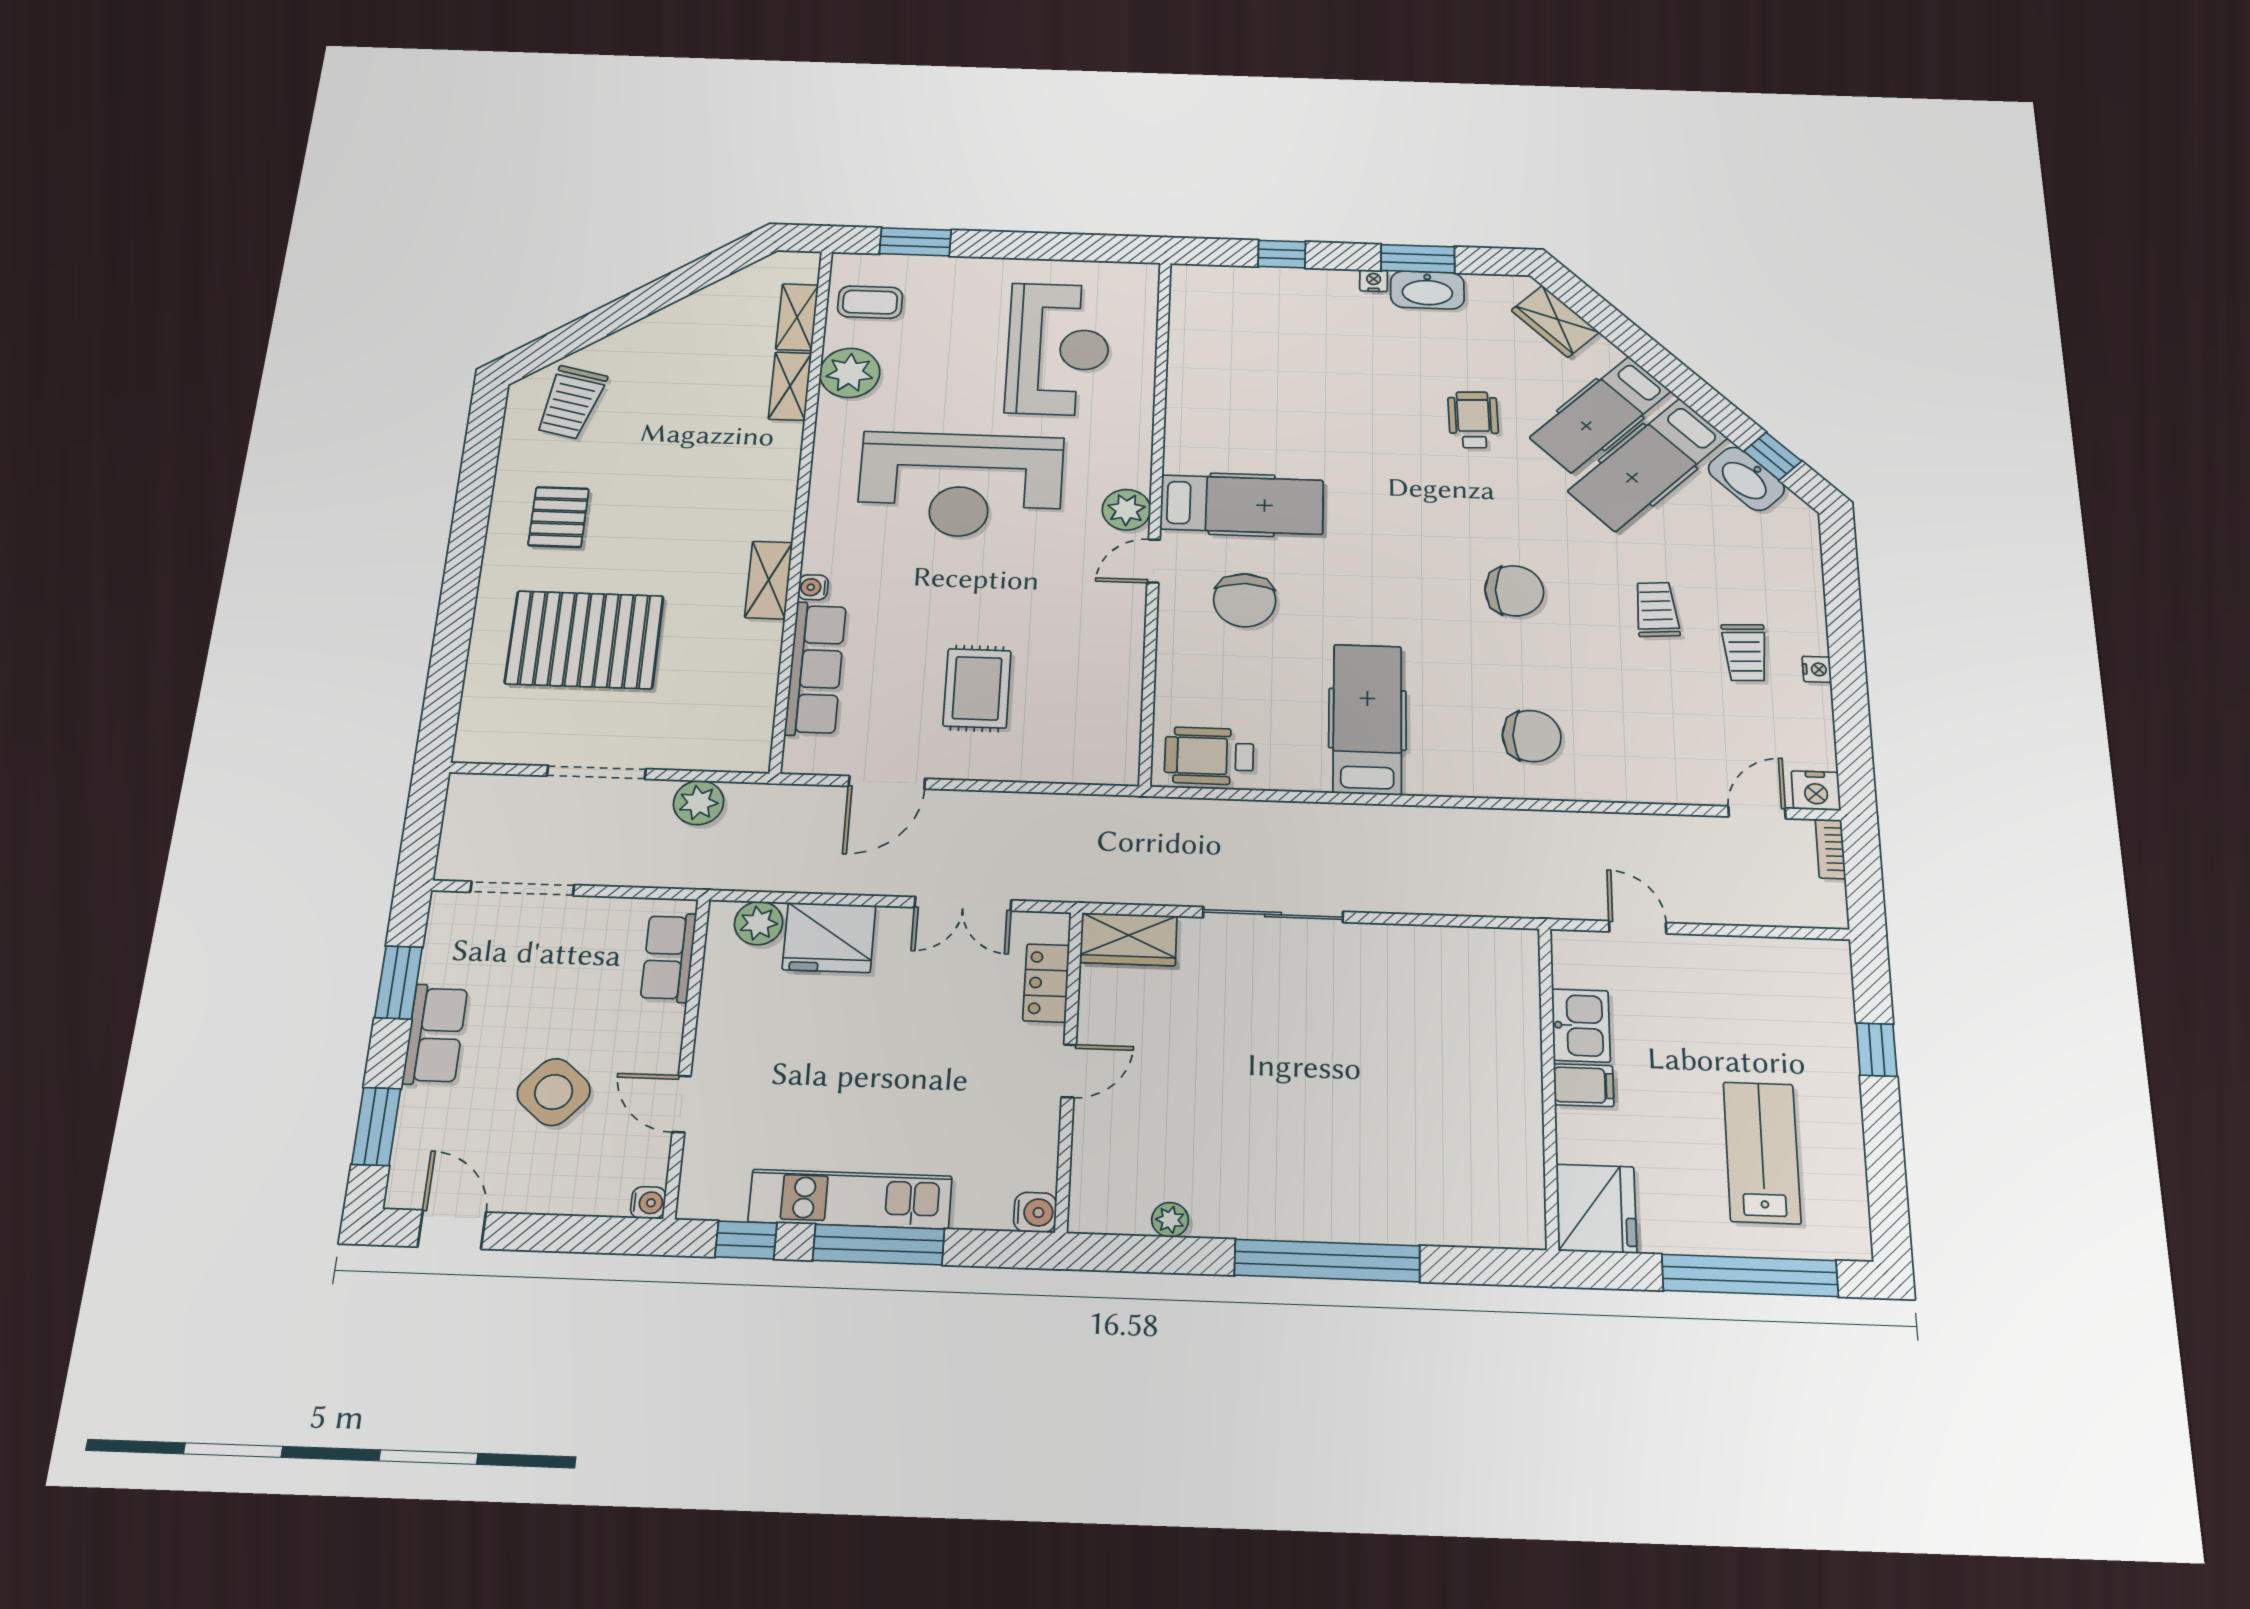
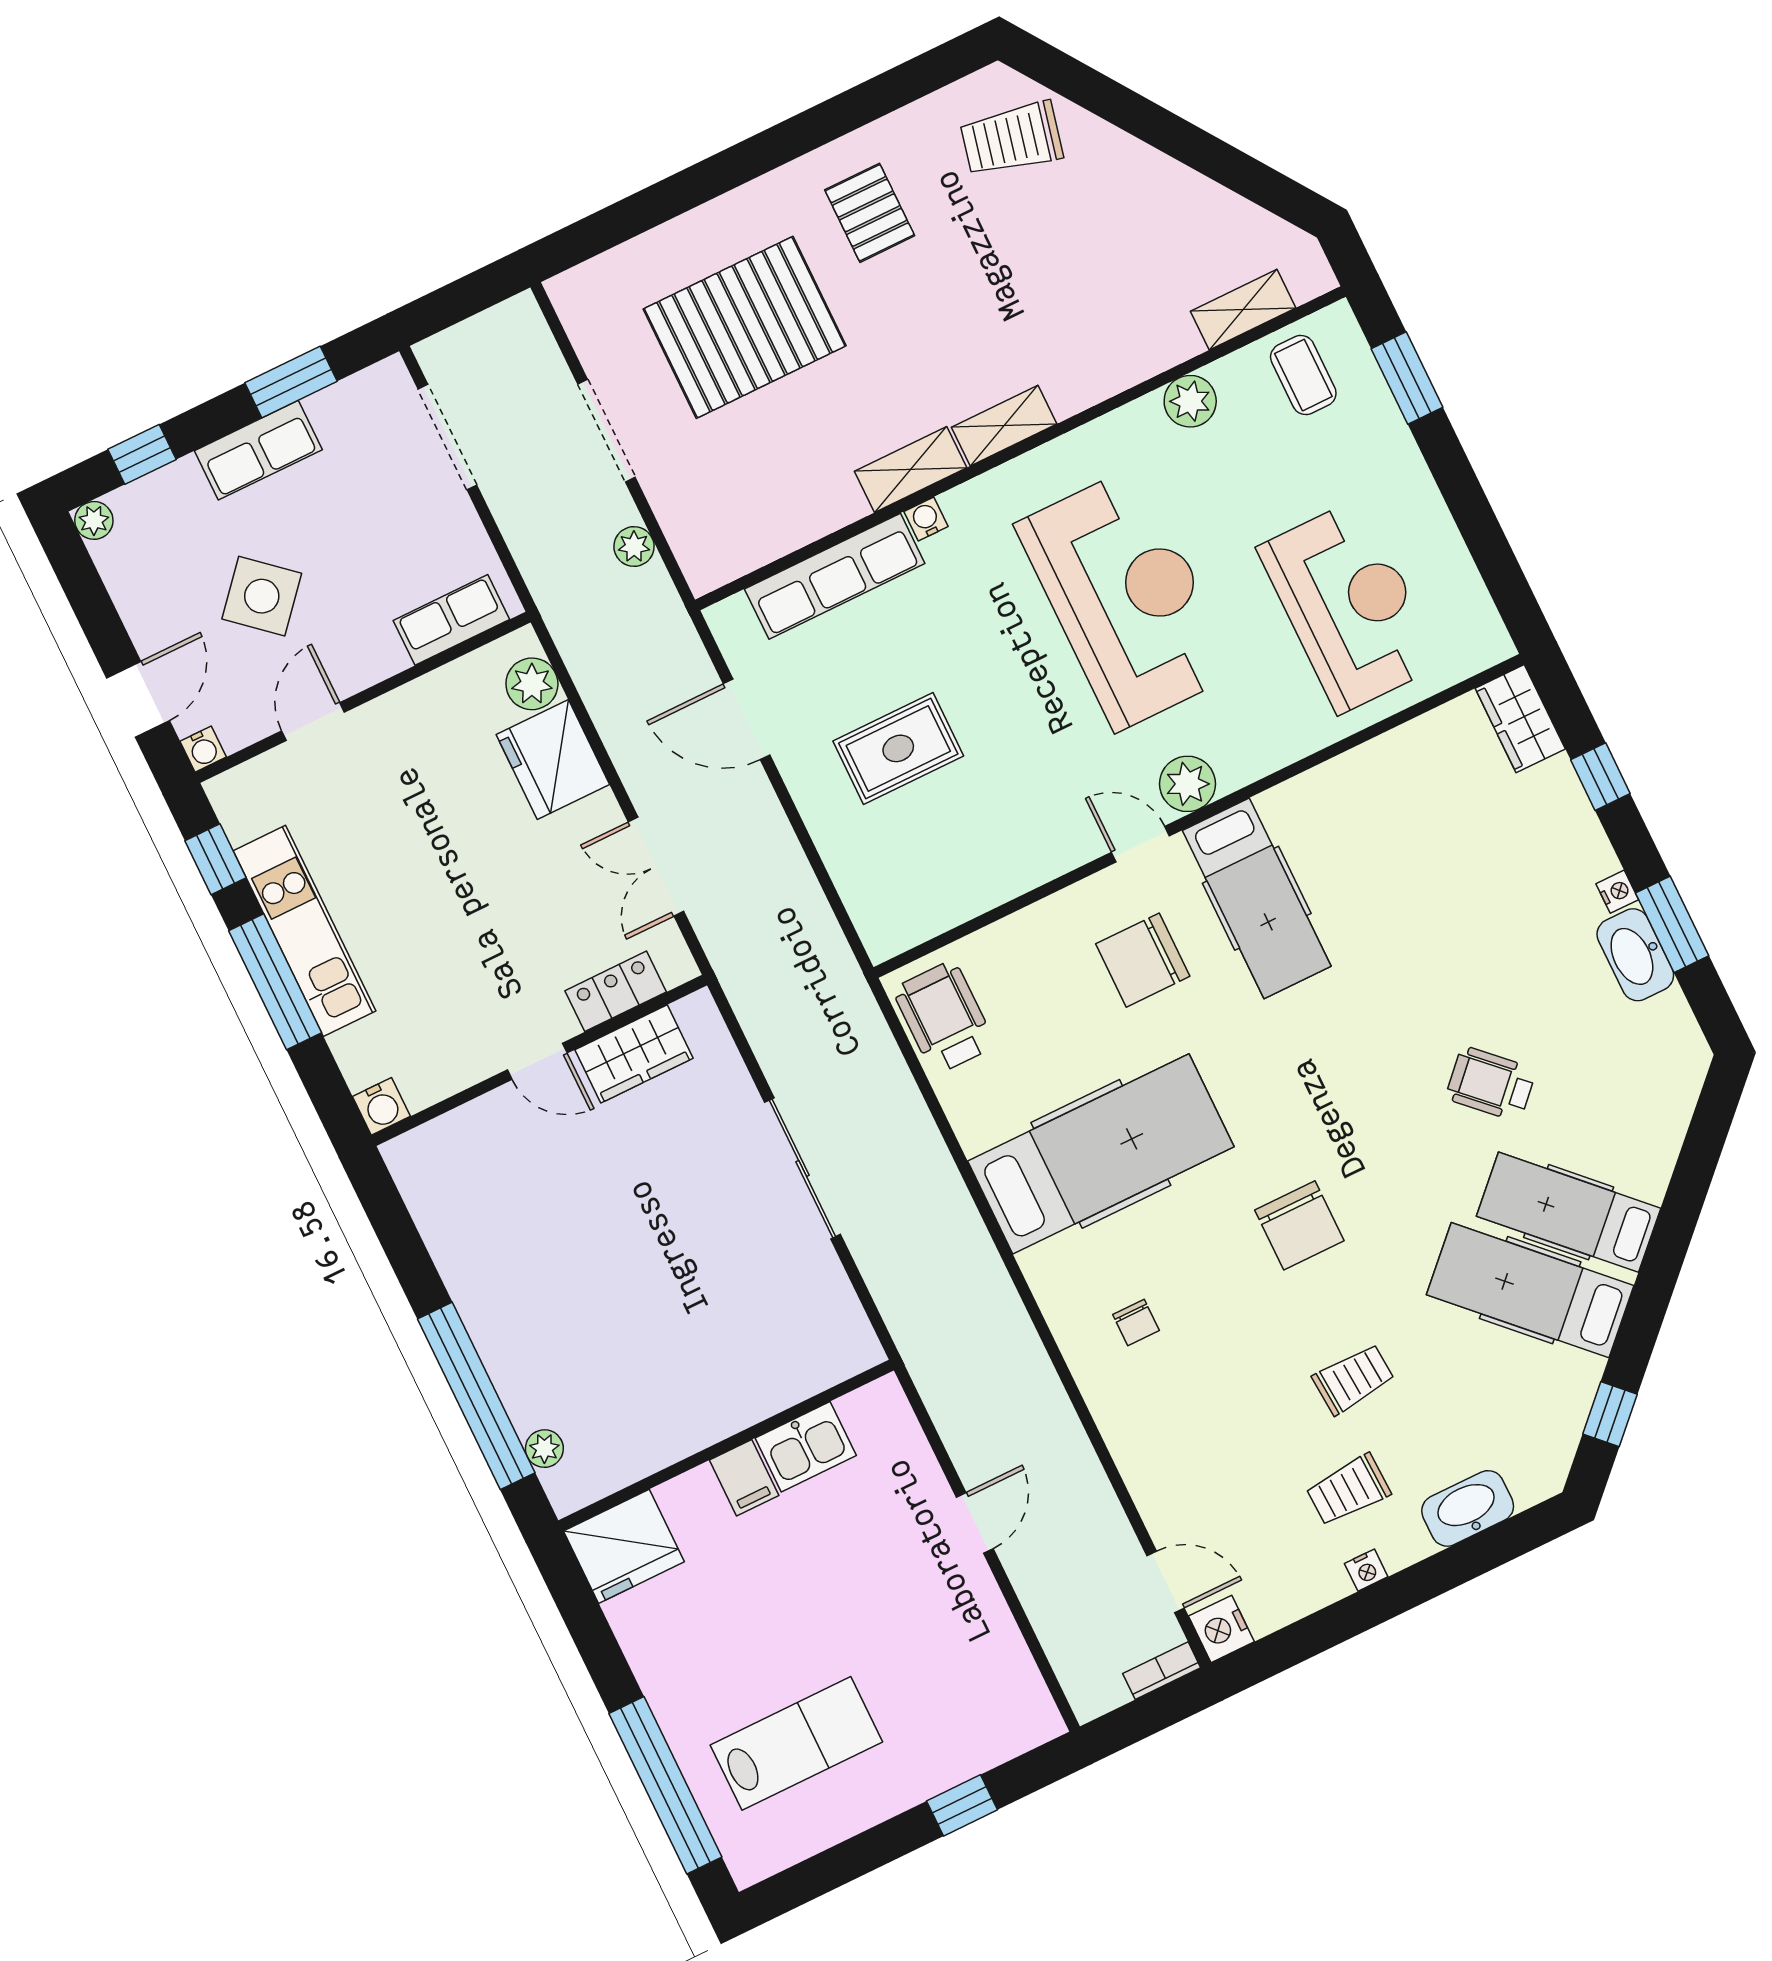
wardrobe: (1555, 321) -> (1520, 719), moved, turned -45
reception desk: (1058, 349) -> (1349, 606), turned -90
plant: (850, 373) -> (1190, 401), width x0.73, depth x0.73
shelving: (790, 386) -> (1004, 426), moved
wheelchair: (1473, 420) -> (1491, 1084), turned -134
washbasin: (1746, 479) -> (1468, 1508), moved, turned 45
reception desk: (960, 485) -> (1127, 598), turned 180
pallet: (559, 517) -> (870, 213), turned 90
pallet: (584, 640) -> (745, 327), turned 90
hospital bed: (1367, 719) -> (1101, 1154), width x1.37, depth x1.29
chair: (1532, 736) -> (1136, 1323), width x0.54, depth x0.54
plant: (699, 803) -> (634, 546), width x0.73, depth x0.73
wardrobe: (1129, 939) -> (634, 1054), moved, turned -90
kitchen sink: (1581, 1025) -> (806, 1447), moved
filing cabinet: (1584, 1085) -> (744, 1478), moved
wall: (1549, 1086) -> (726, 1445), moved
window: (376, 1126) -> (142, 454), width x0.67
plant: (403, 1193) -> (94, 520), added
fridge: (1596, 1209) -> (624, 1546), moved
plant: (1170, 1220) -> (544, 1449), moved
door: (452, 1230) -> (138, 699), moved

